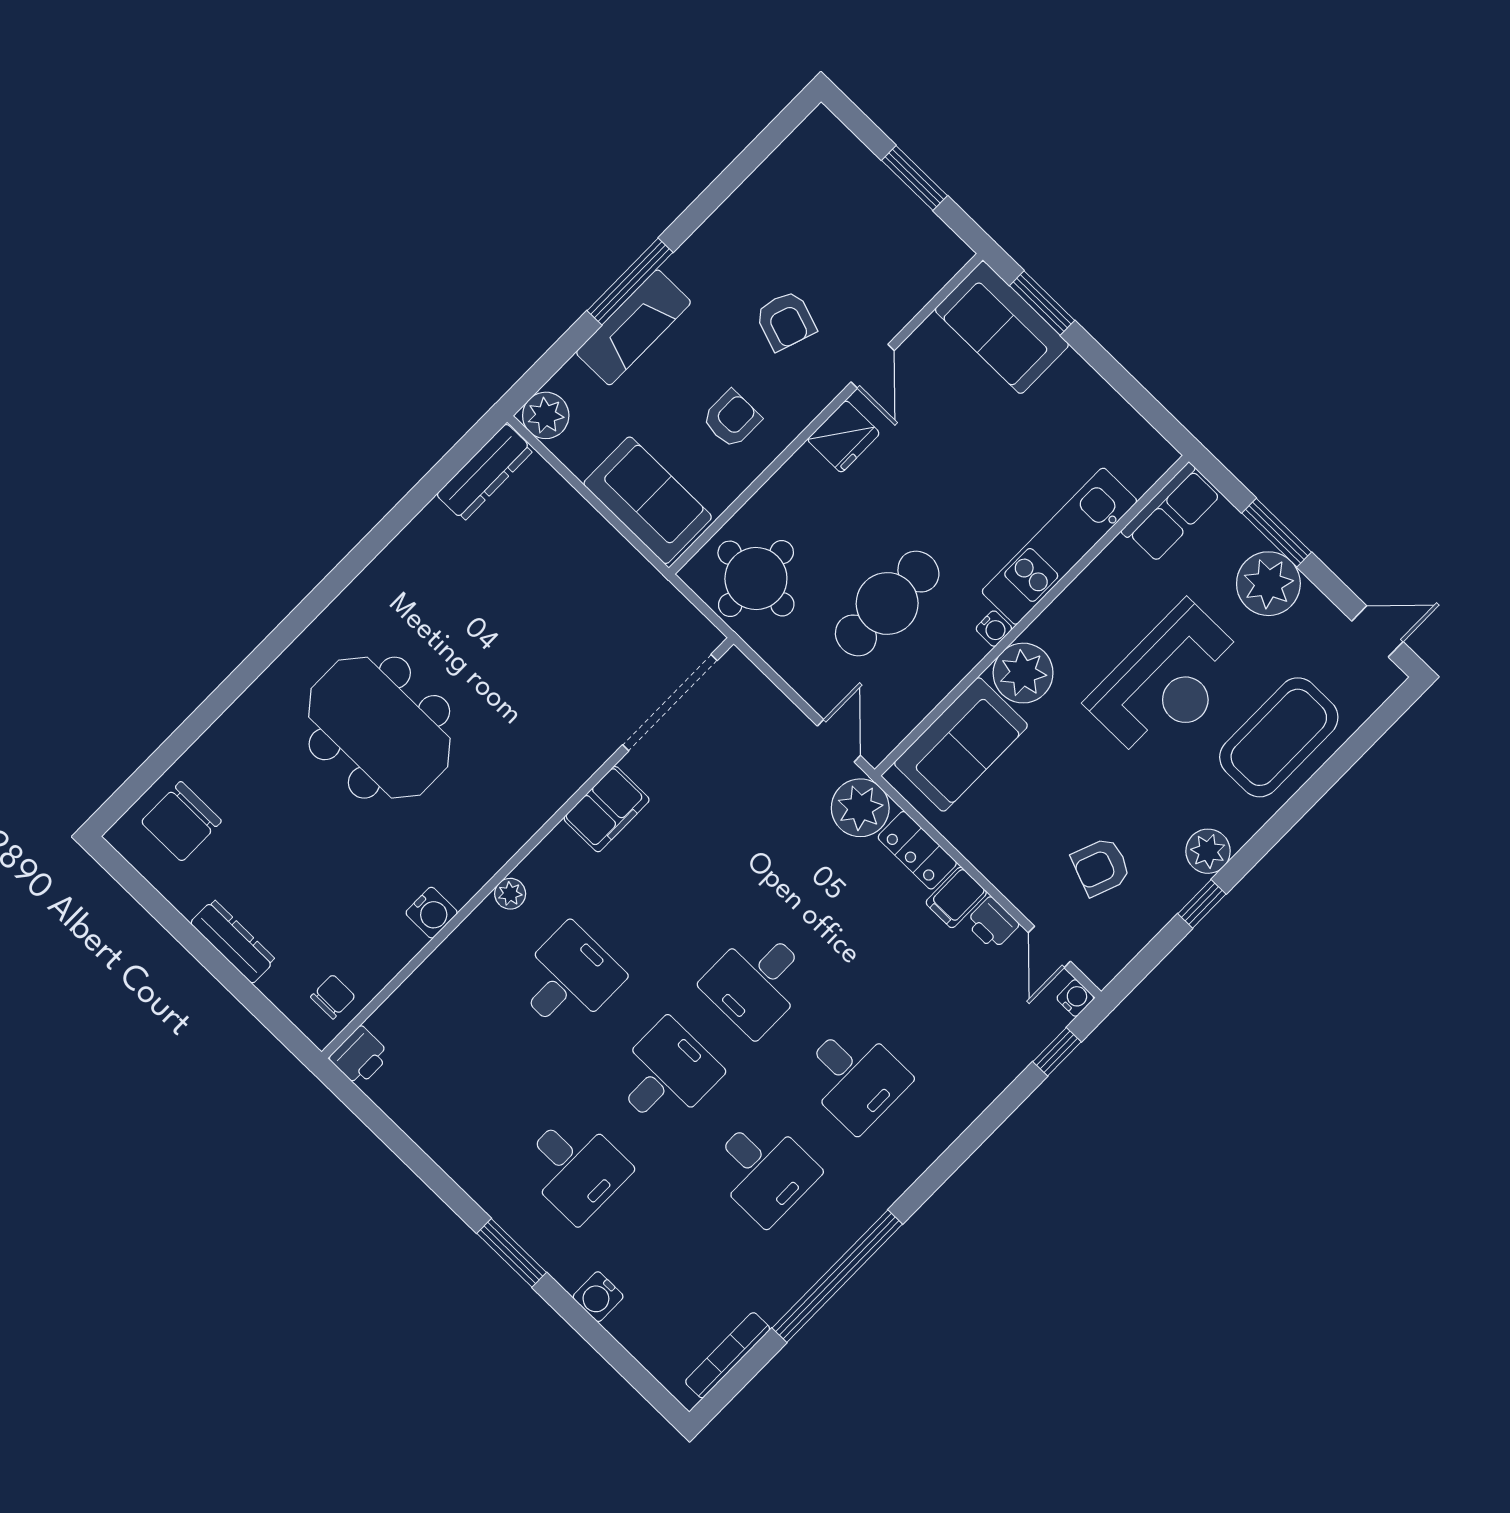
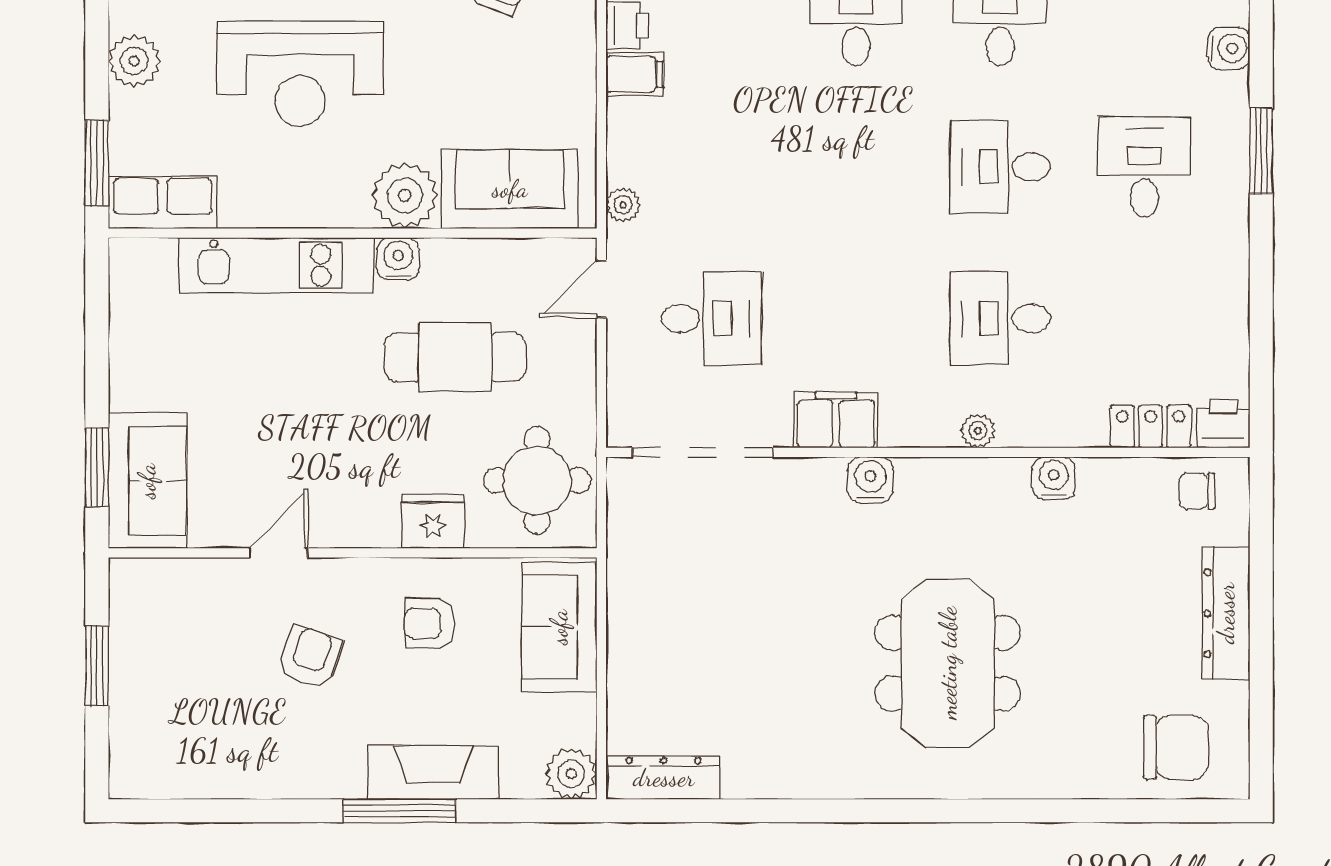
fridge: (844, 436) -> (433, 521), moved
window: (1277, 533) -> (97, 163), moved
plant: (1268, 584) -> (134, 61), width x0.73, depth x0.73
water cooler: (994, 629) -> (398, 259), width x1.38, depth x1.38
reception desk: (1168, 682) -> (300, 74), turned 180
water cooler: (546, 793) -> (870, 480), added
plant: (860, 808) -> (623, 205), width x0.53, depth x0.53
locker: (917, 850) -> (1151, 426), moved, turned -90
dresser: (233, 941) -> (1226, 613), width x1.37, depth x1.24
desk: (757, 981) -> (711, 318), moved

